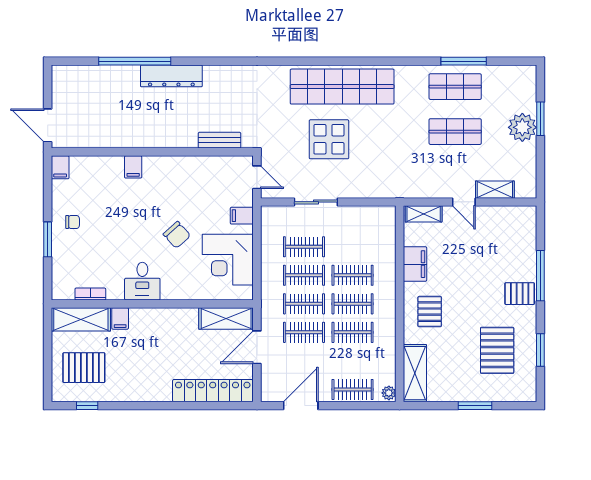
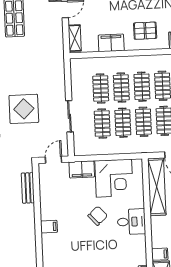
filing cabinet: (133, 167) -> (49, 227), moved
filing cabinet: (242, 216) -> (82, 169), width x2.00
clothes rail: (353, 247) -> (101, 88), added
desk: (142, 281) -> (131, 222), moved
shelving: (226, 318) -> (157, 187), width x1.47

